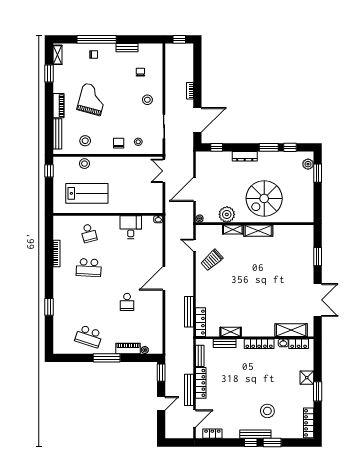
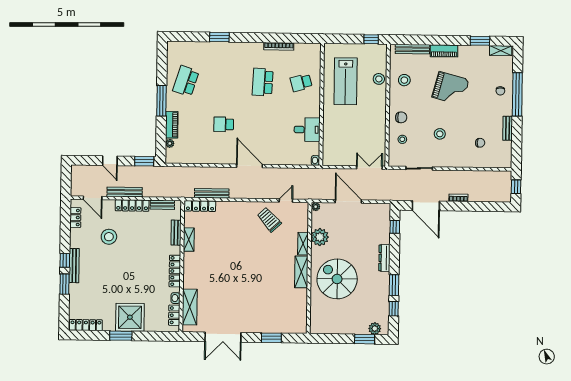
stool: (147, 100) -> (440, 134), moved
shower: (307, 378) -> (130, 317), width x1.86, depth x1.86
stool: (267, 411) -> (109, 237), moved

